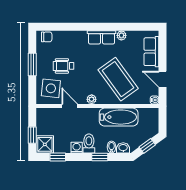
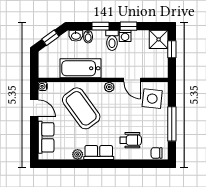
window: (32, 64) -> (172, 124), width x1.44
wheelchair: (64, 66) -> (131, 140), moved
window: (58, 157) -> (129, 26), moved

